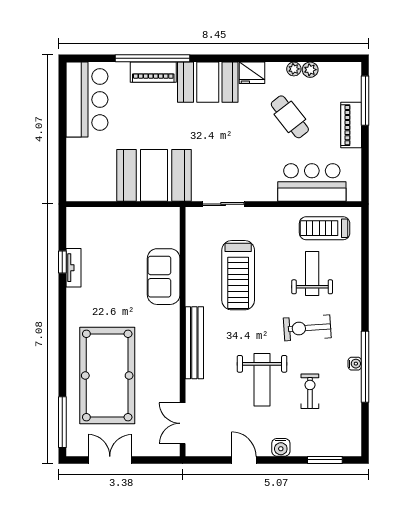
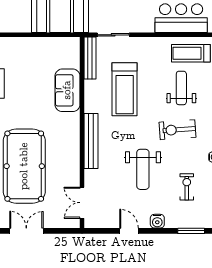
bench: (193, 234) -> (90, 58), added
exercise bike: (310, 391) -> (187, 187), moved

